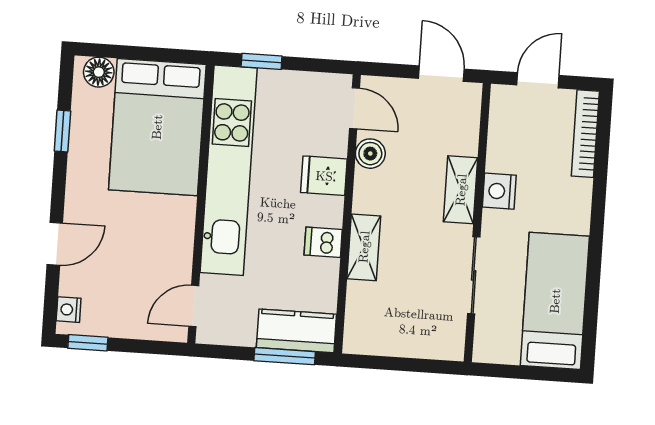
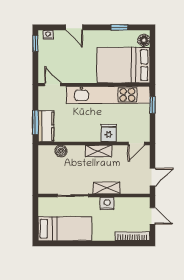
boiler: (370, 154) -> (61, 151), moved
dishwasher: (323, 242) -> (82, 135), removed
shelving: (364, 247) -> (98, 151), moved

